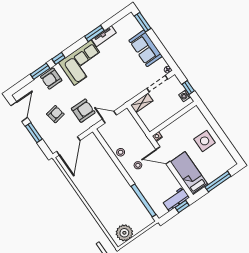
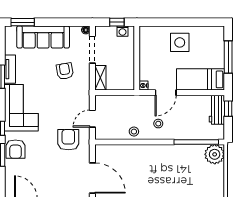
sofa: (146, 48) -> (43, 37), width x1.36
armchair: (55, 114) -> (65, 71), moved
plant: (124, 233) -> (215, 154), moved

